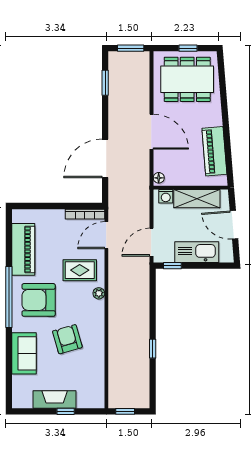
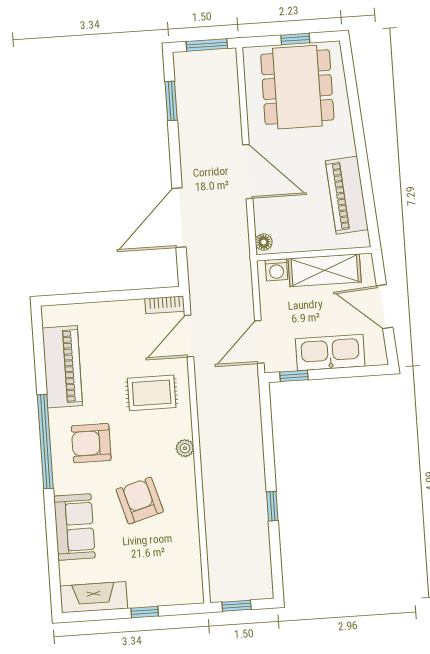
dining table: (187, 79) -> (297, 87), turned 90
bookcase: (85, 214) -> (165, 305), width x0.64
plant: (99, 293) -> (185, 448), moved
armchair: (39, 300) -> (91, 443), width x0.73, depth x0.73
fireplace: (55, 400) -> (94, 597), moved

